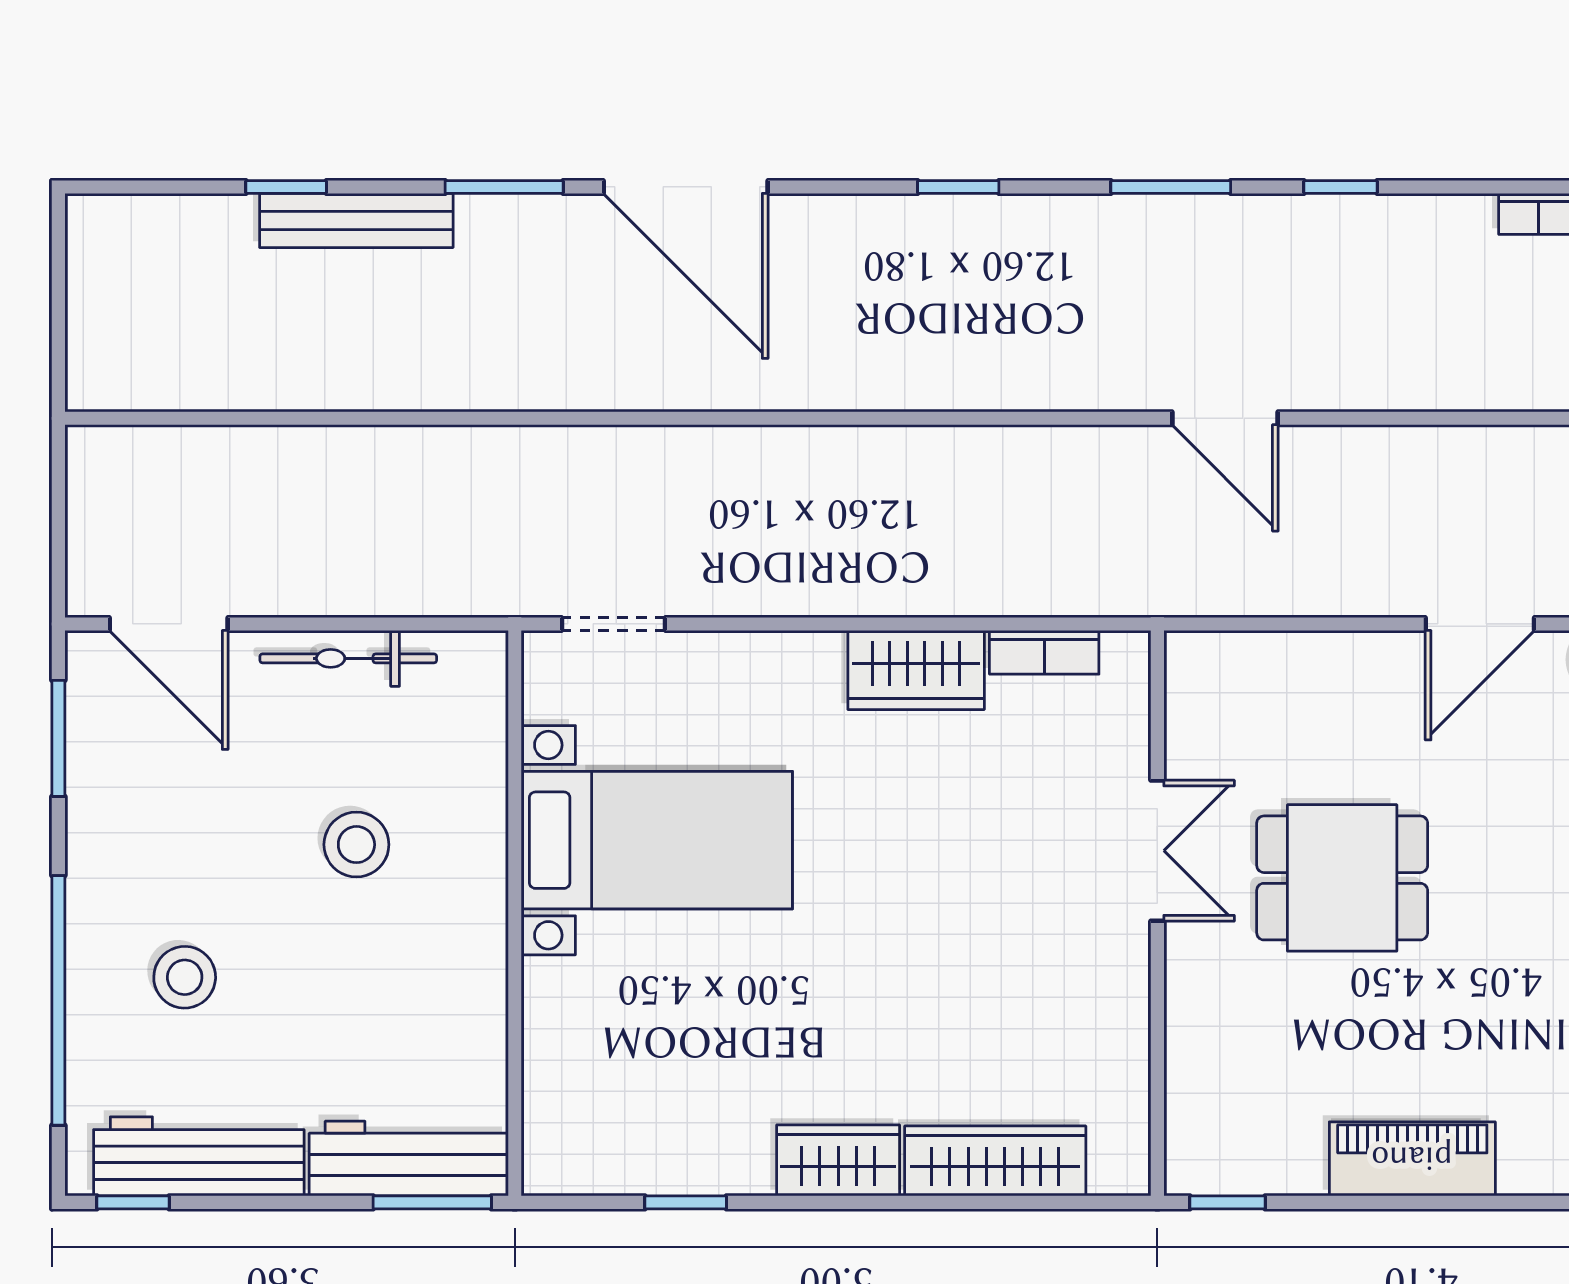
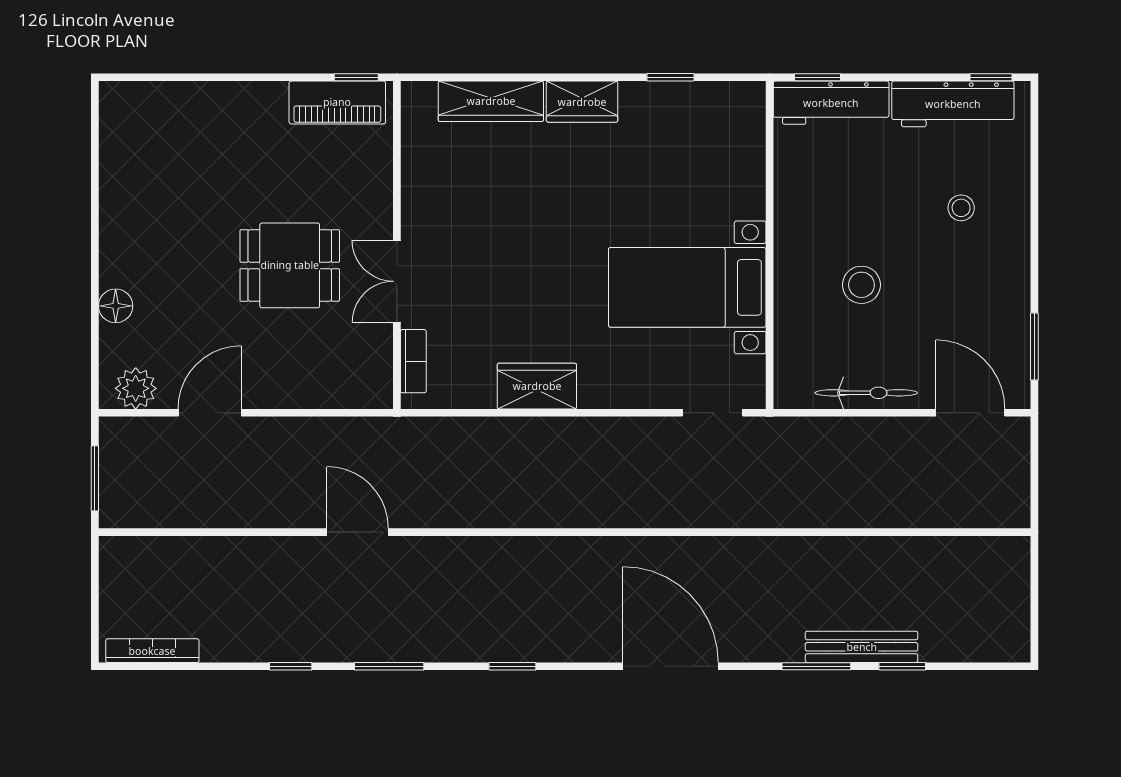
window: (504, 187) -> (816, 666), moved
bookcase: (1044, 652) -> (413, 361), moved, turned 90
stool: (185, 977) -> (961, 208), width x0.73, depth x0.73
window: (58, 1000) -> (1034, 194), removed
piano: (1412, 1159) -> (337, 102), moved
window: (432, 1202) -> (817, 77), width x0.67

